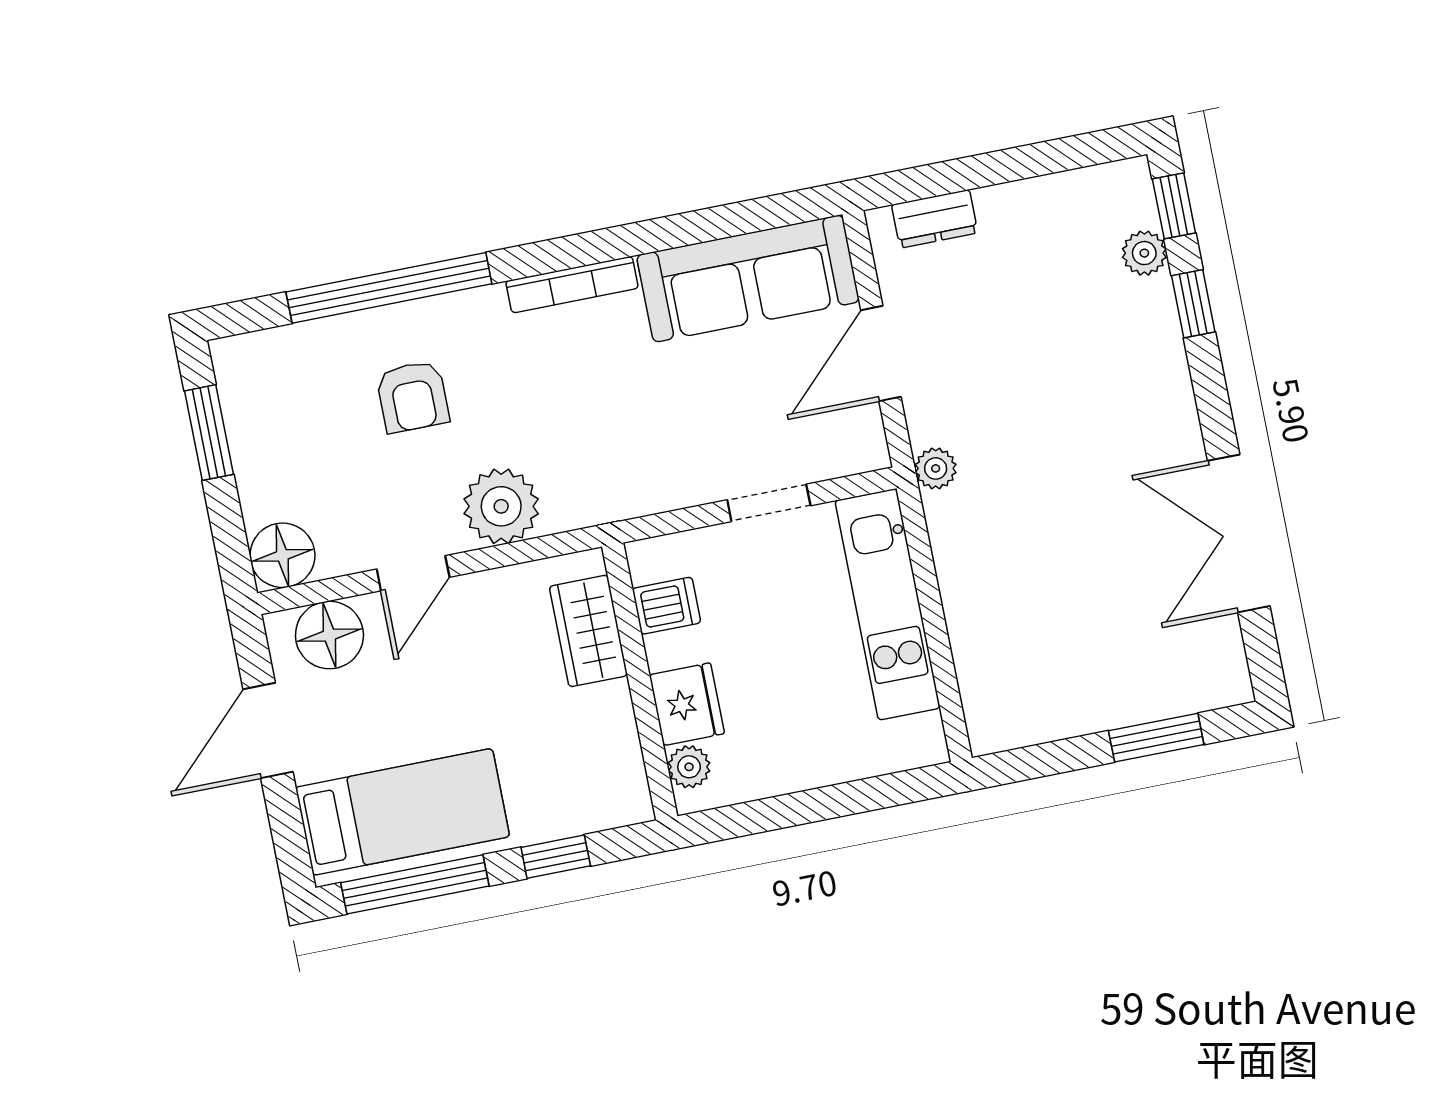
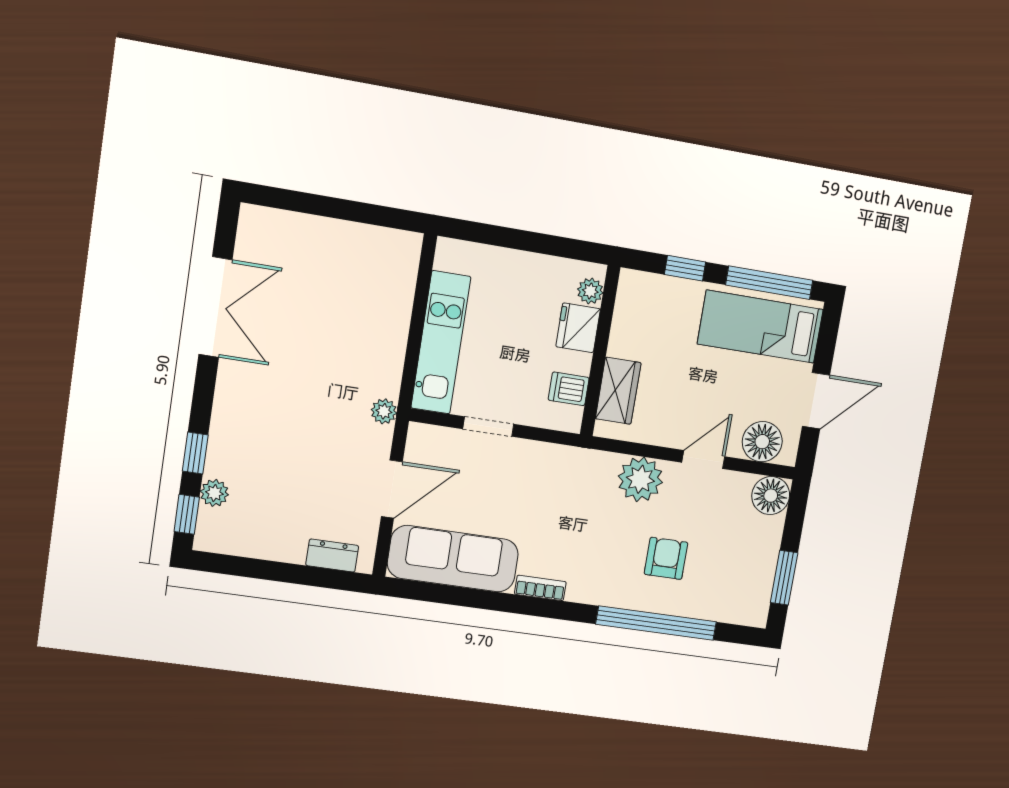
bookcase: (572, 285) -> (540, 588), width x0.64
window: (1156, 738) -> (309, 204), removed

